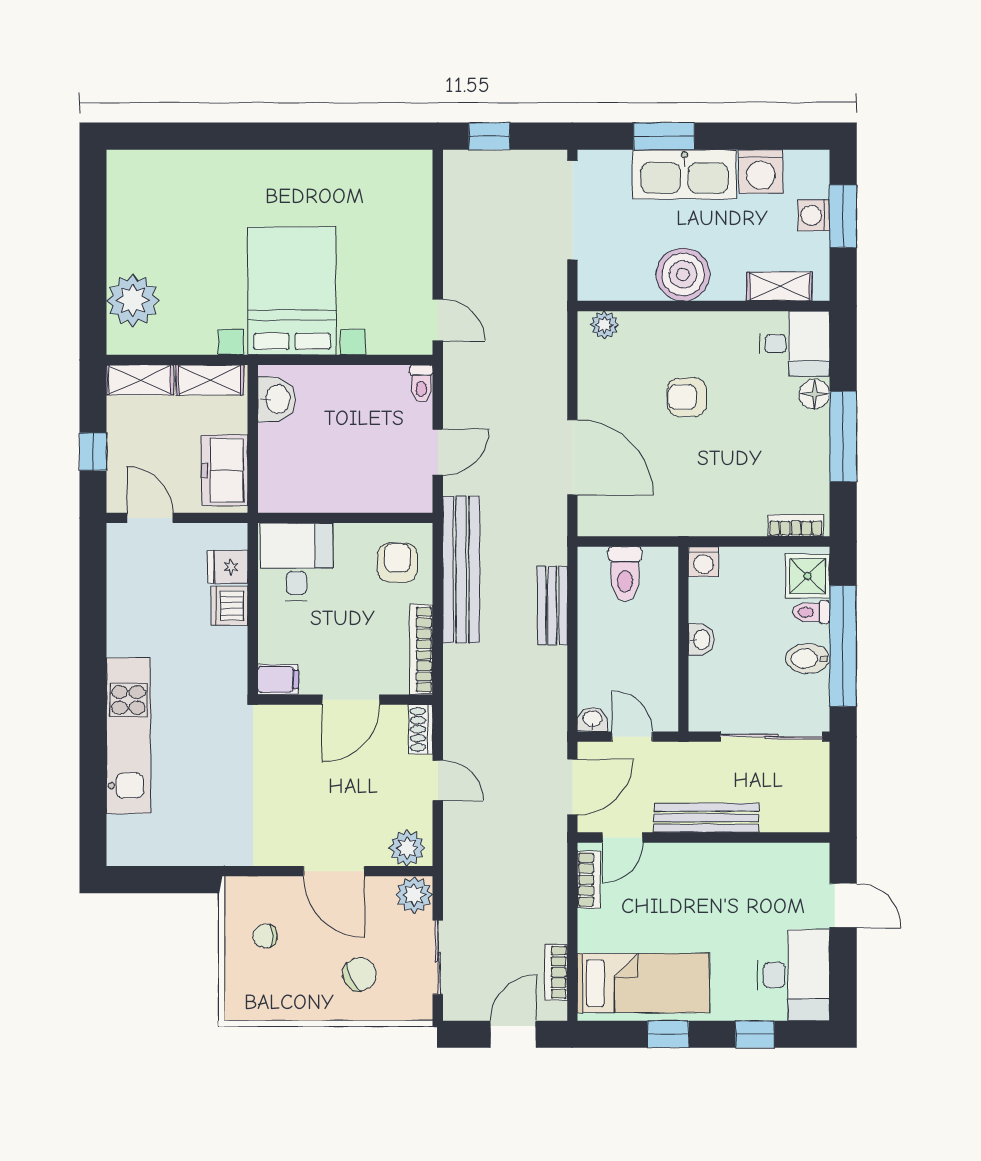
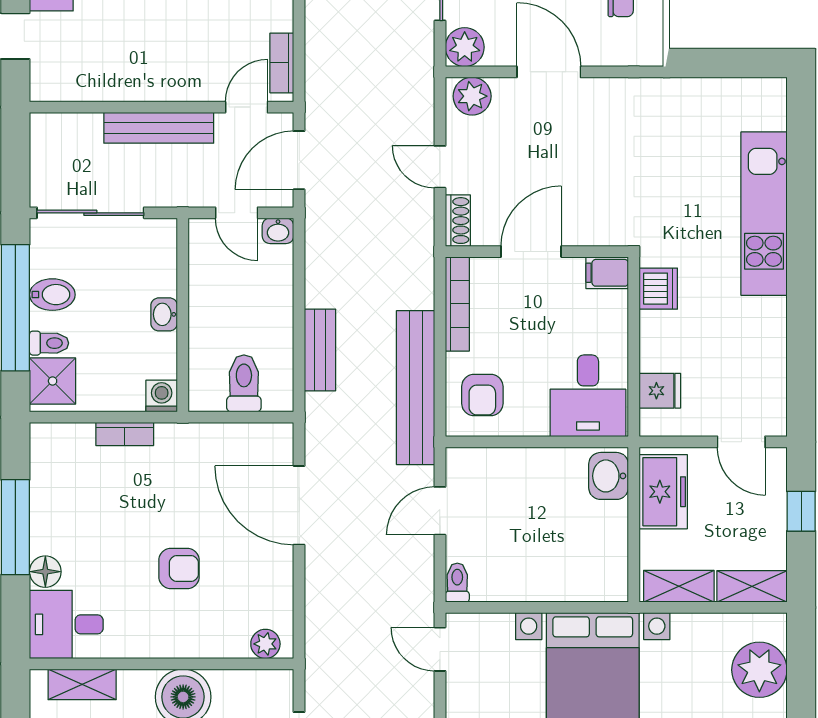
washbasin: (277, 399) -> (609, 476), moved
bookcase: (796, 525) -> (125, 434), moved
dishwasher: (229, 606) -> (658, 289), moved

